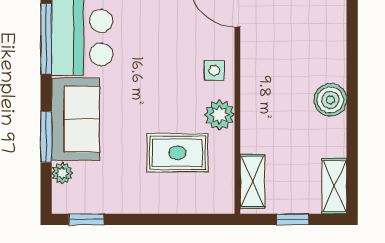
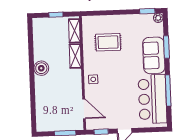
plant: (219, 115) -> (90, 60), removed
plant: (62, 173) -> (158, 18), moved
shelving: (334, 186) -> (75, 56), moved

